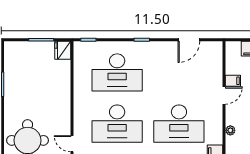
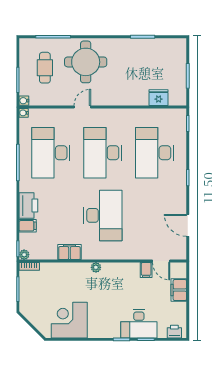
fridge: (63, 50) -> (159, 98), moved
door: (224, 95) -> (161, 261), moved
desk: (179, 124) -> (103, 215), turned 180

